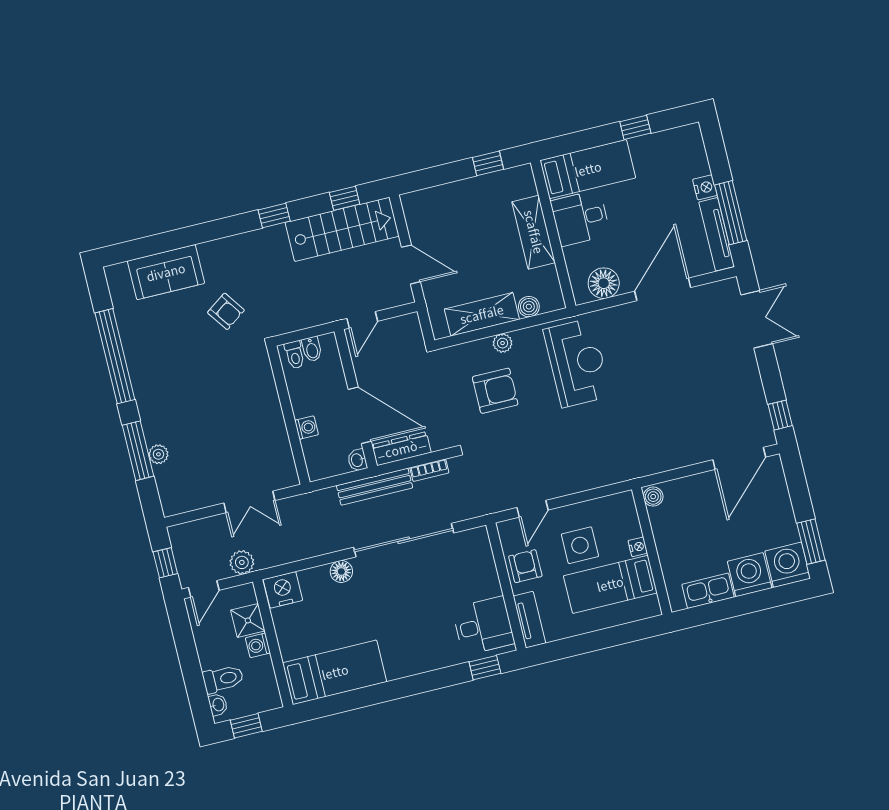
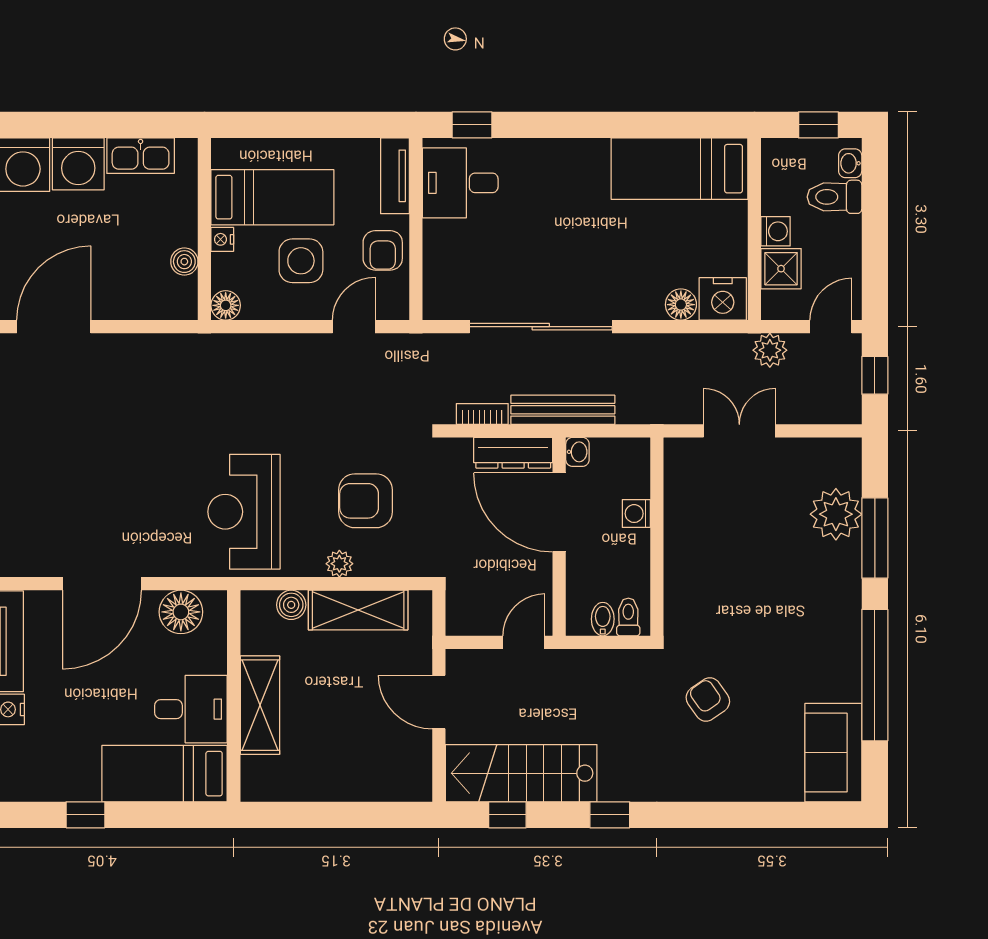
window: (488, 163) -> (299, 815), removed
sofa: (166, 272) -> (833, 753), moved, turned -90
plant: (158, 454) -> (836, 514), width x1.88, depth x1.88
boiler: (653, 497) -> (184, 262), moved
floor lamp: (624, 502) -> (226, 305), added
floor lamp: (341, 572) -> (681, 305), moved

